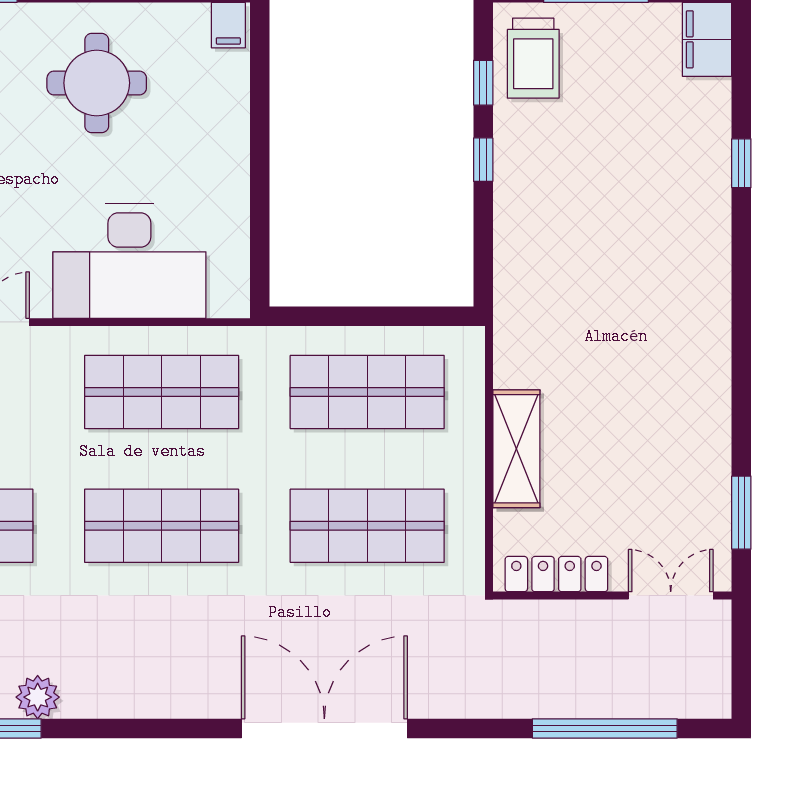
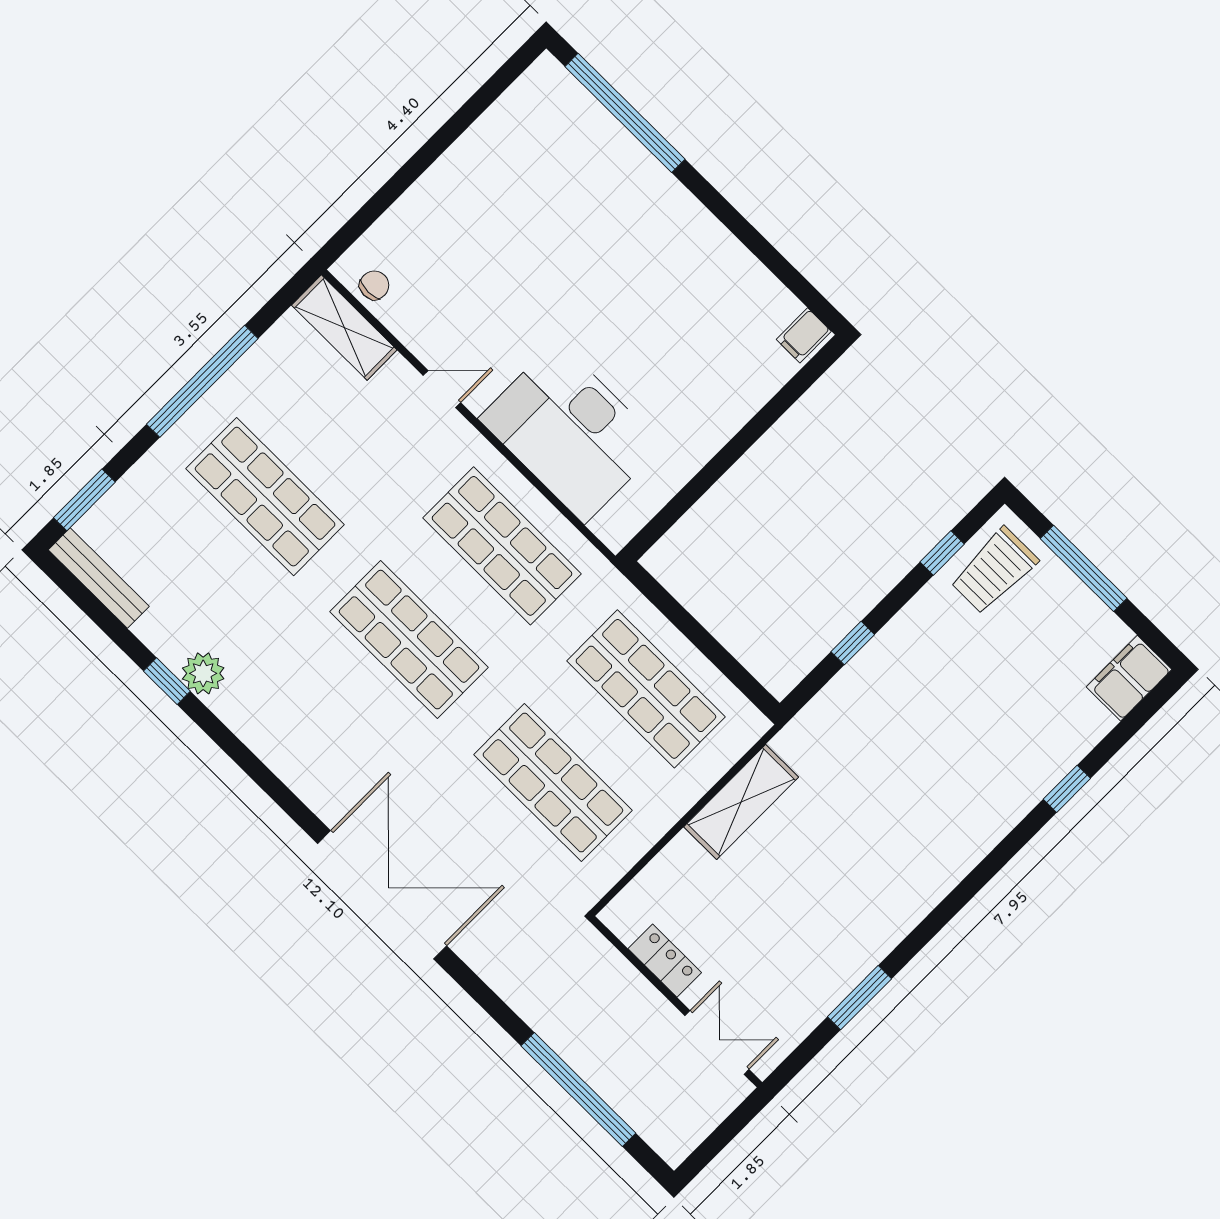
round table: (97, 83) -> (671, 284), removed
window: (483, 160) -> (853, 643), moved
shelving: (516, 449) -> (741, 802), moved
window: (741, 513) -> (859, 998), moved
locker: (556, 574) -> (665, 961), width x0.66

